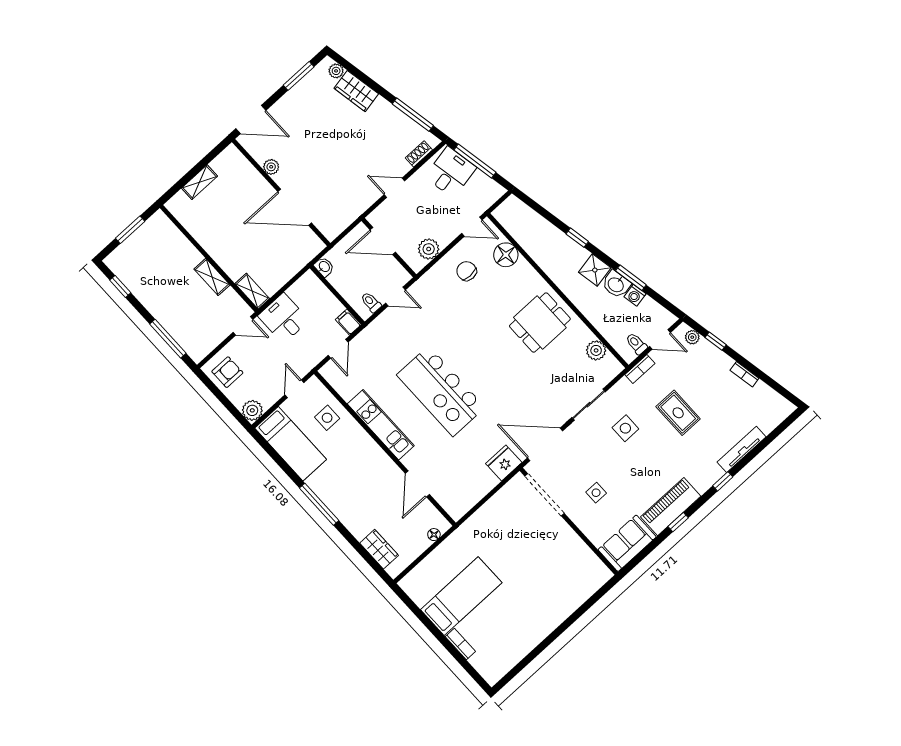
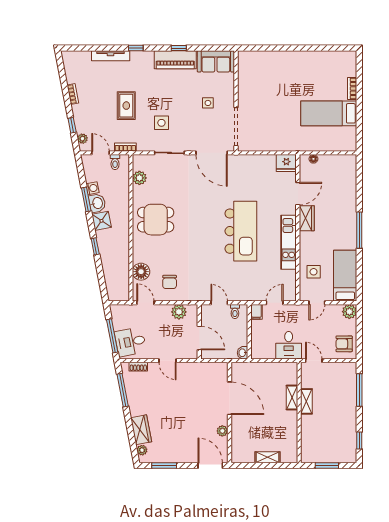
shelving: (252, 291) -> (292, 398), moved
fridge: (504, 463) -> (286, 163), moved
wardrobe: (379, 549) -> (307, 218), moved, turned 180

